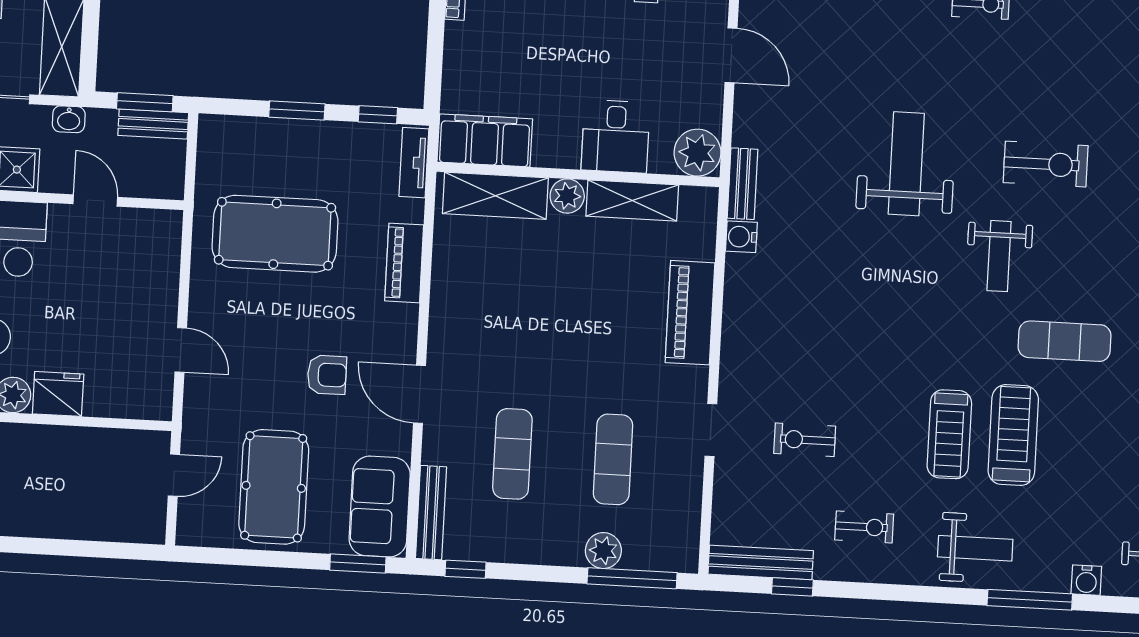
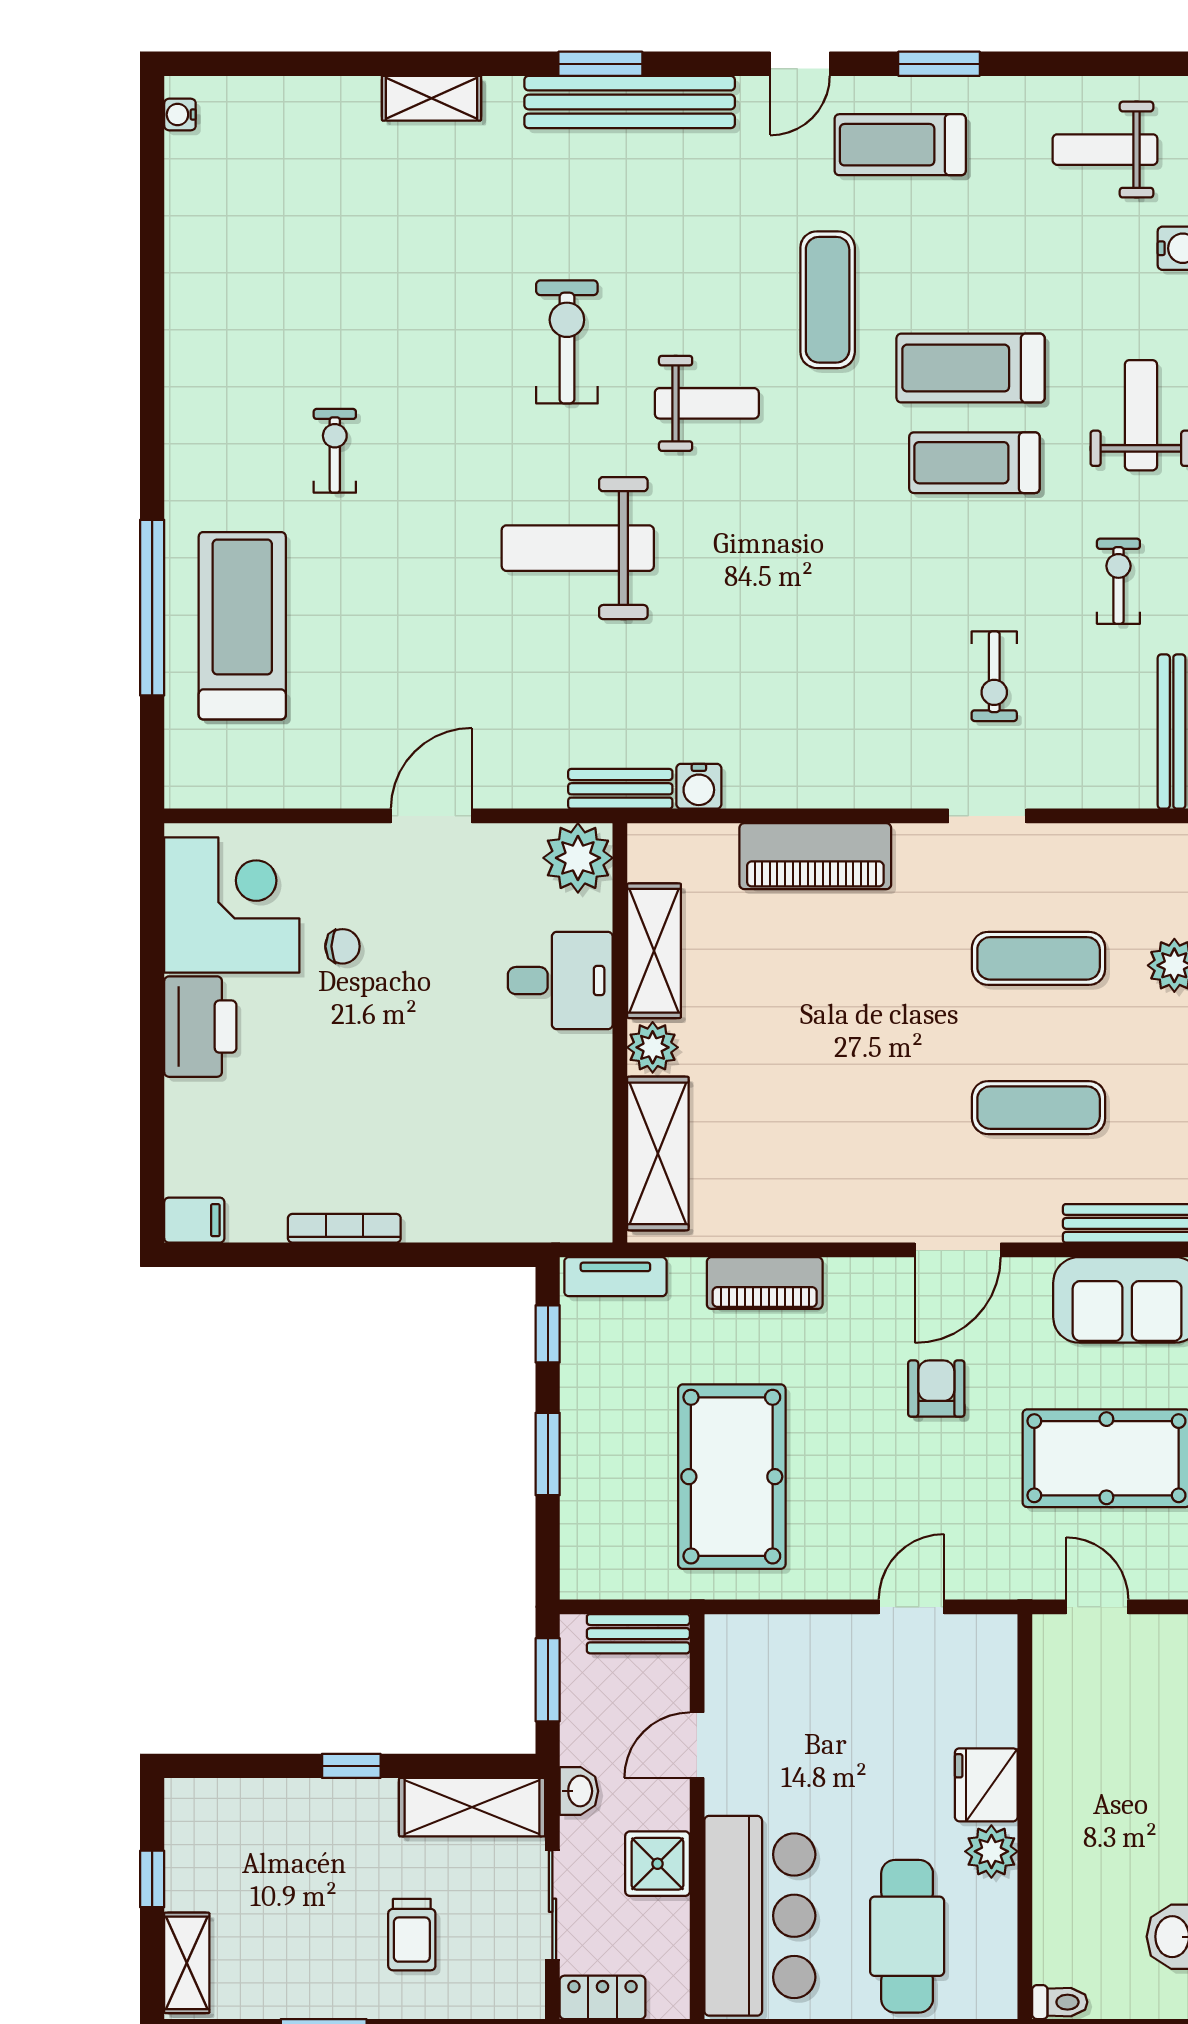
bench: (153, 124) -> (638, 1634), moved, turned 90
filing cabinet: (485, 140) -> (577, 1174), removed
treadmill: (949, 434) -> (974, 463), turned 180

